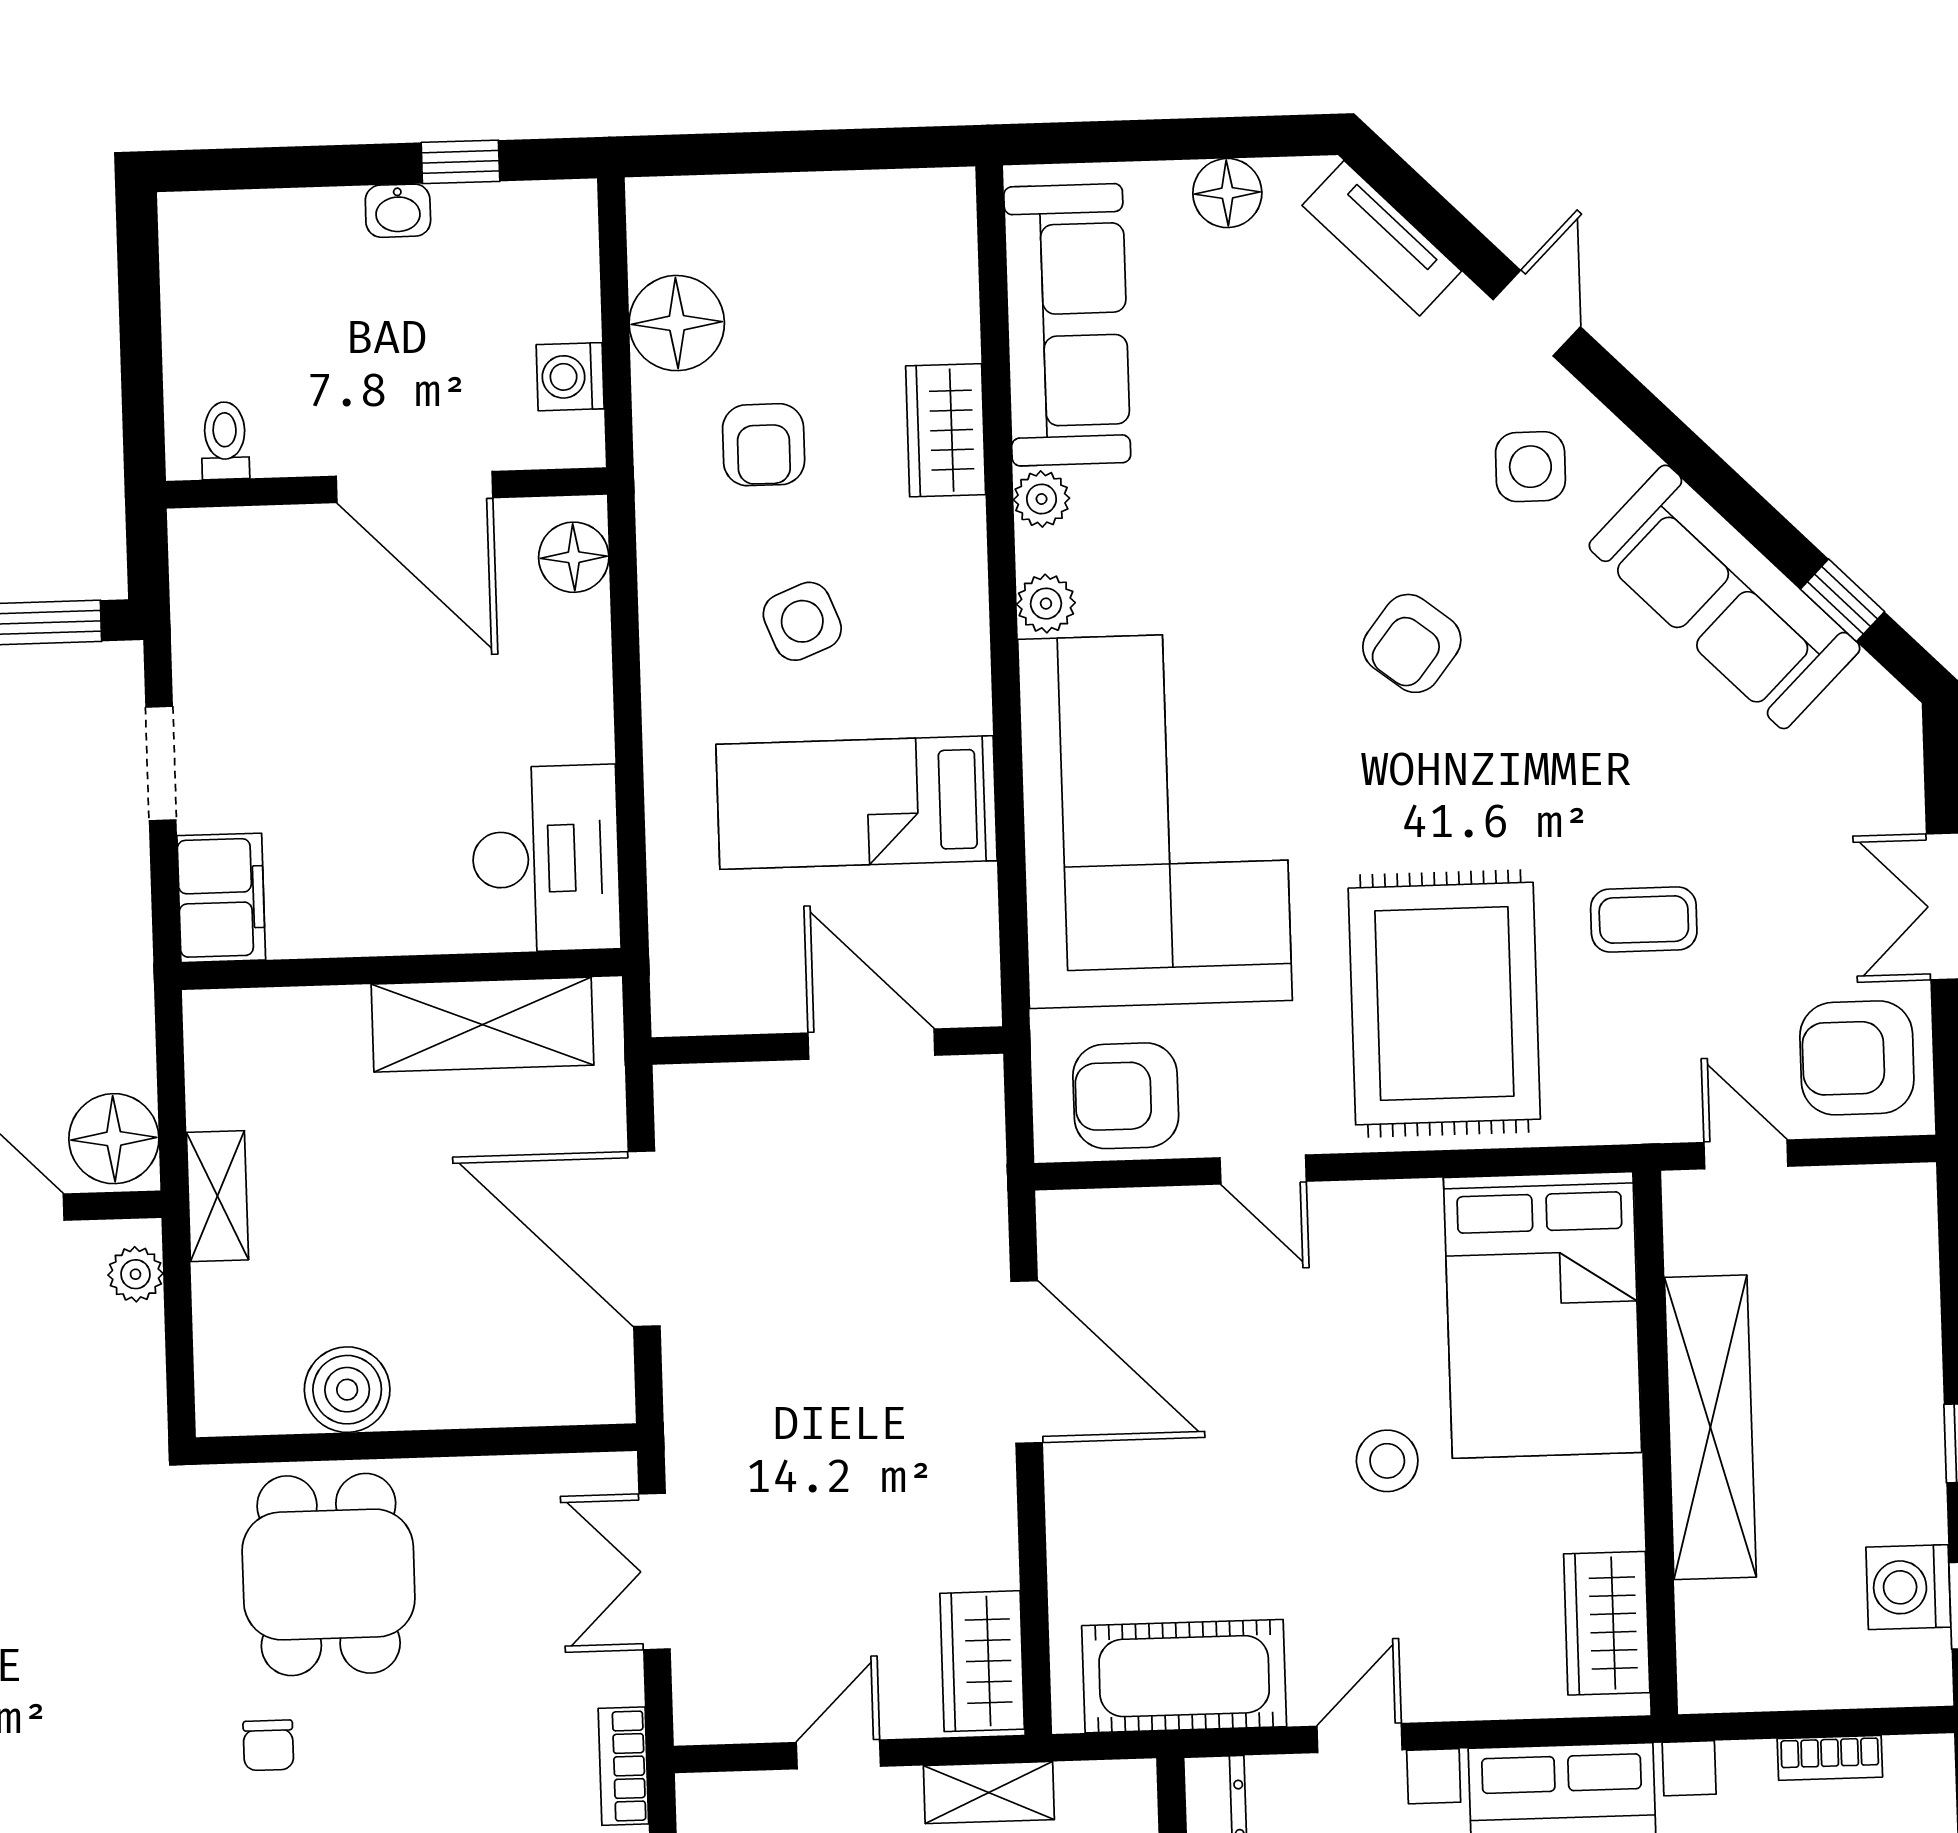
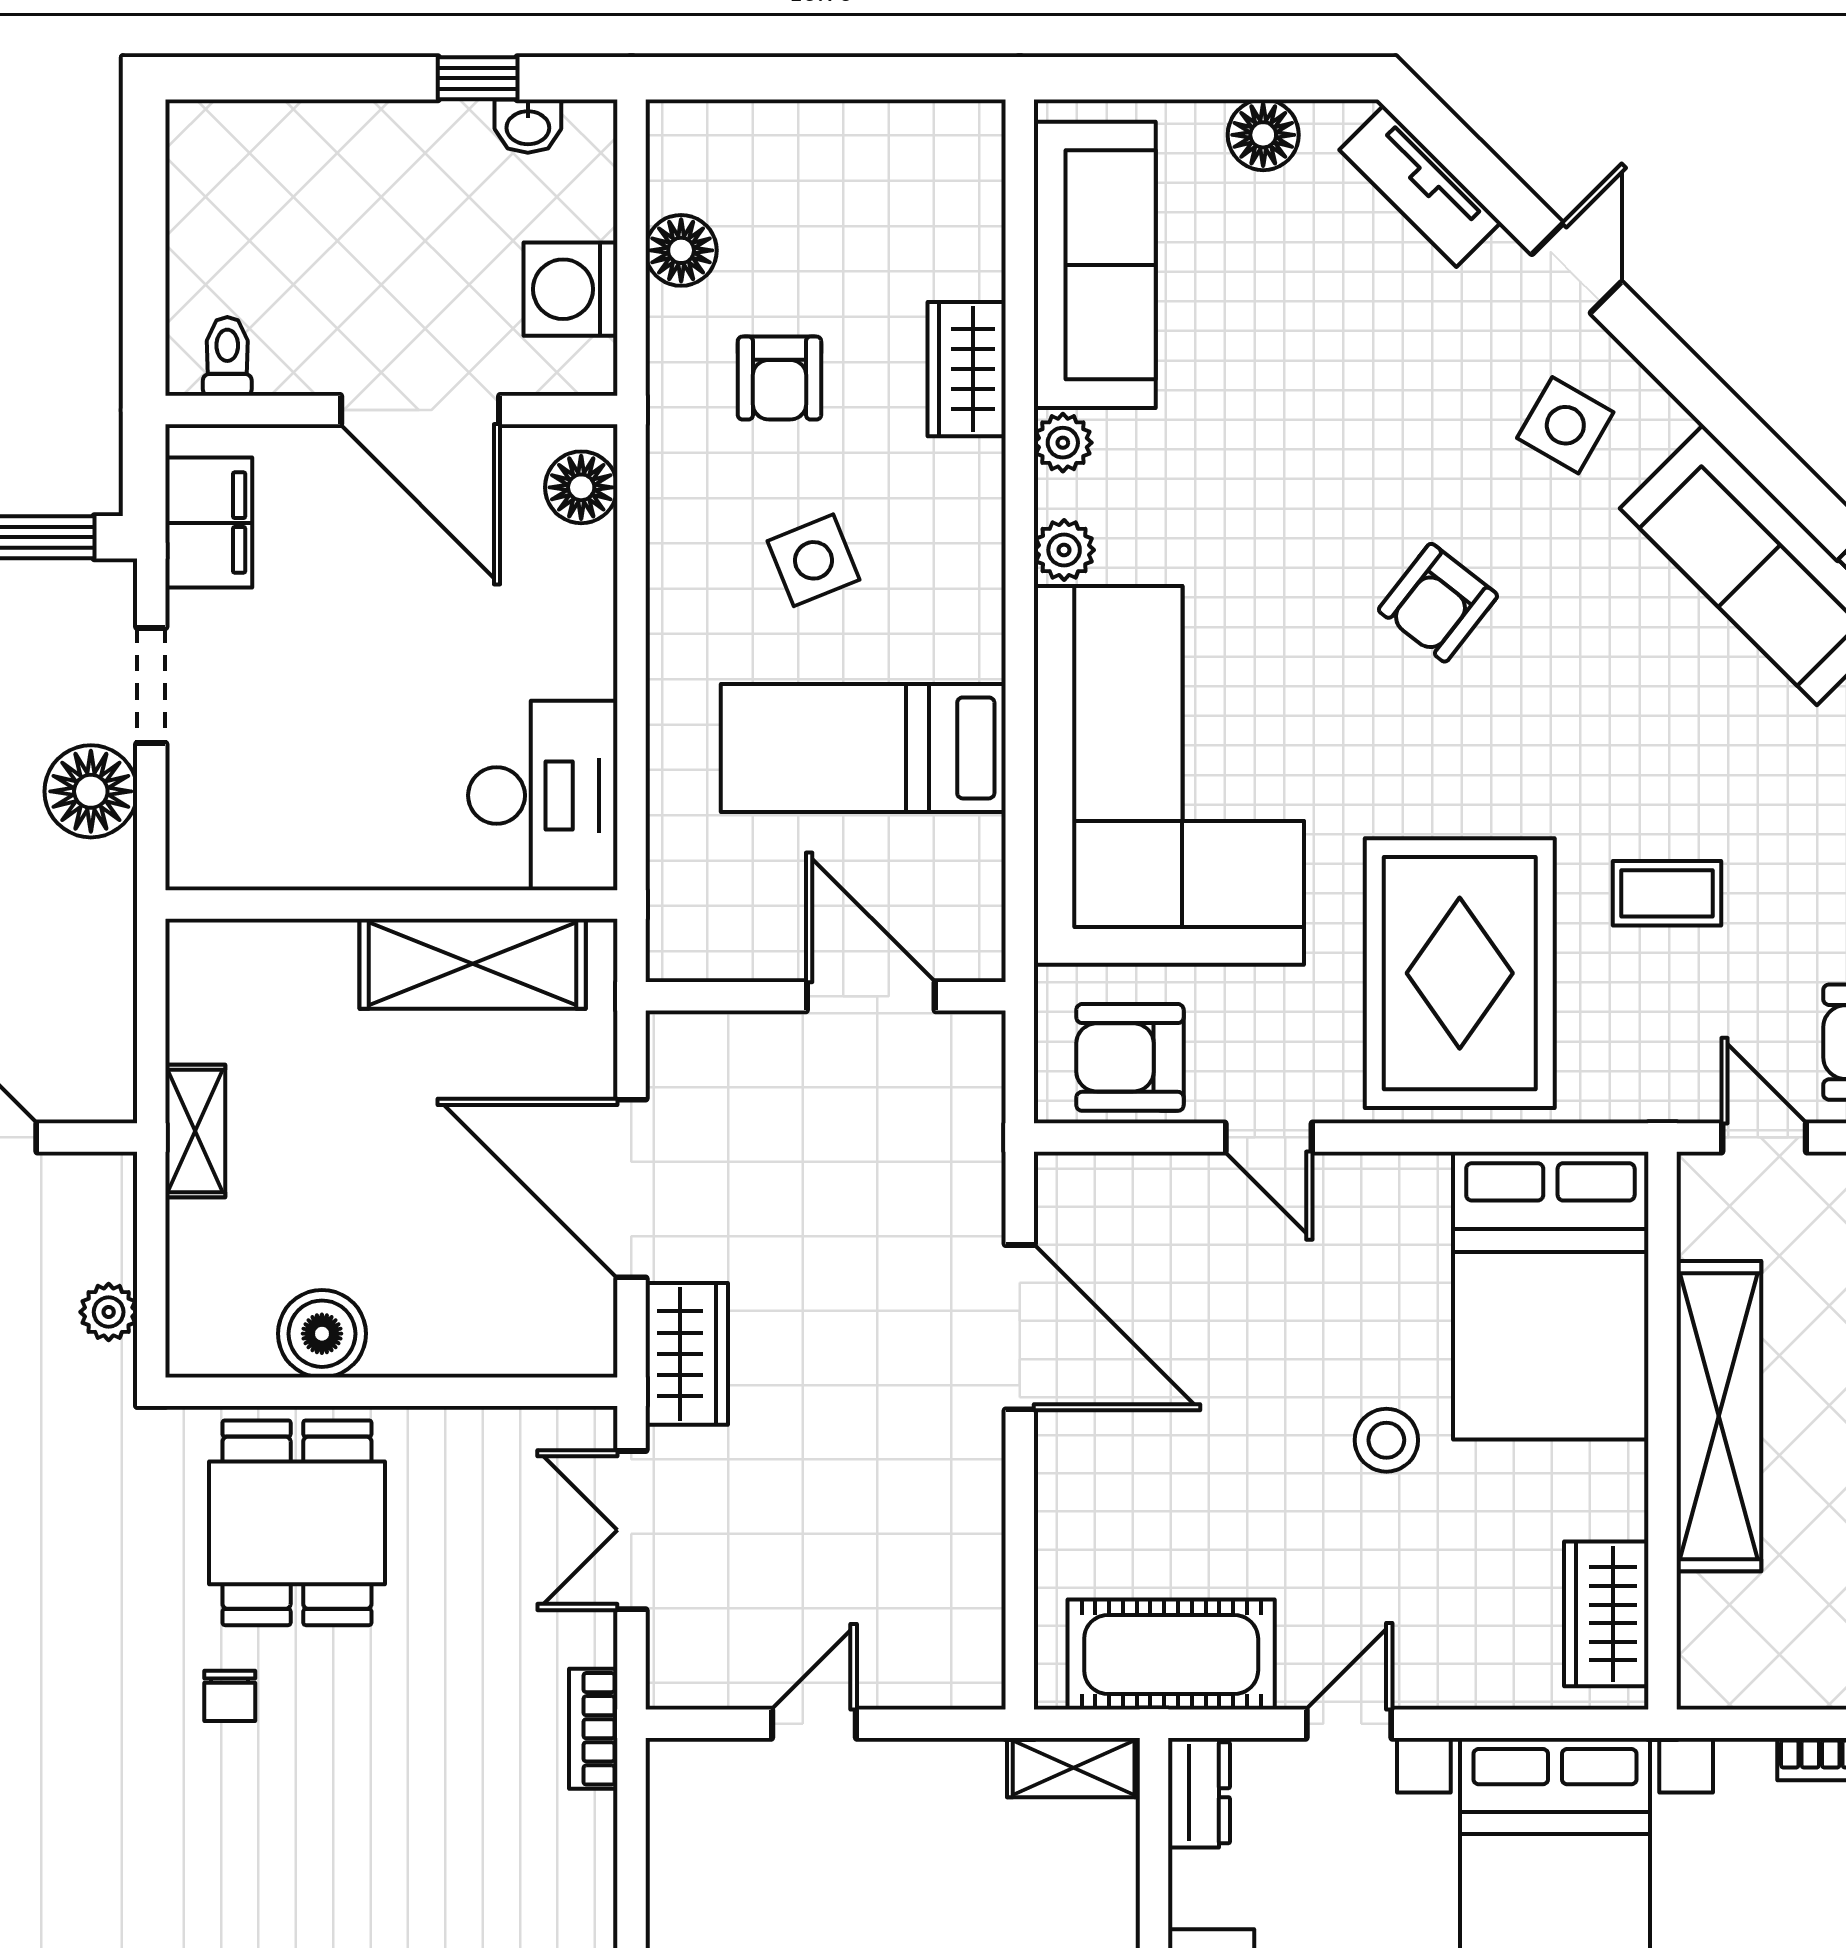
washbasin: (398, 211) -> (528, 126), moved
floor lamp: (677, 323) -> (681, 250), width x0.73, depth x0.73
washing machine: (570, 377) -> (570, 289), width x1.38, depth x1.38
side table: (1530, 467) -> (1565, 425), turned 30
filing cabinet: (221, 898) -> (209, 523), moved
floor lamp: (114, 1139) -> (91, 791), moved
plant: (135, 1274) -> (109, 1312), moved
wardrobe: (982, 1661) -> (687, 1354), moved, turned 180
shelving: (989, 1793) -> (1074, 1768), moved

